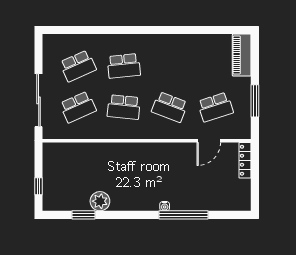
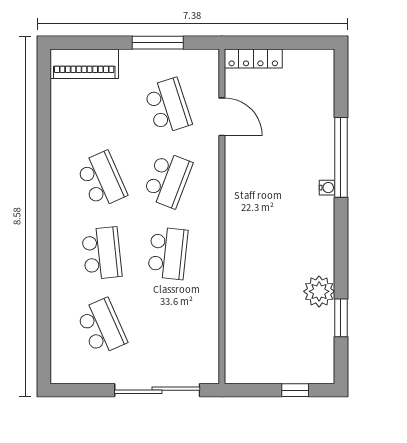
school desk: (78, 107) -> (102, 180), moved

